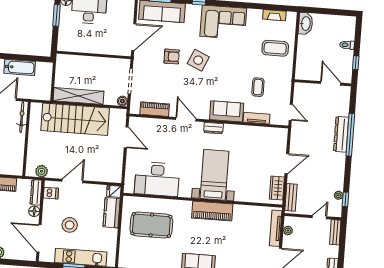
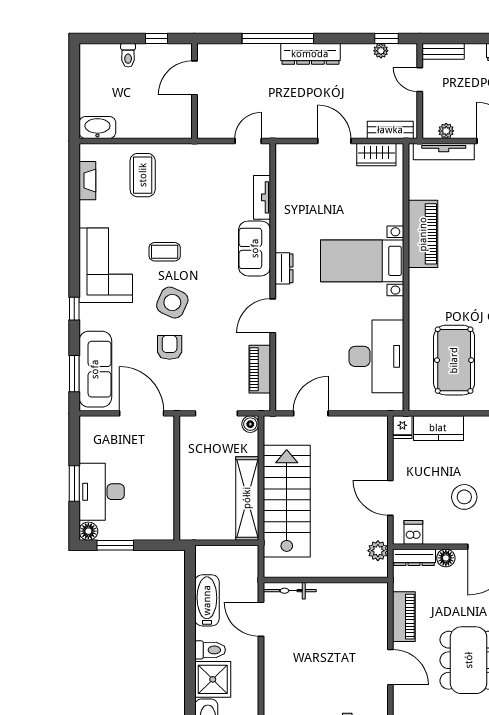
coffee table: (258, 87) -> (165, 252), moved
dresser: (341, 134) -> (310, 54), moved
piano: (212, 211) -> (423, 234), moved

